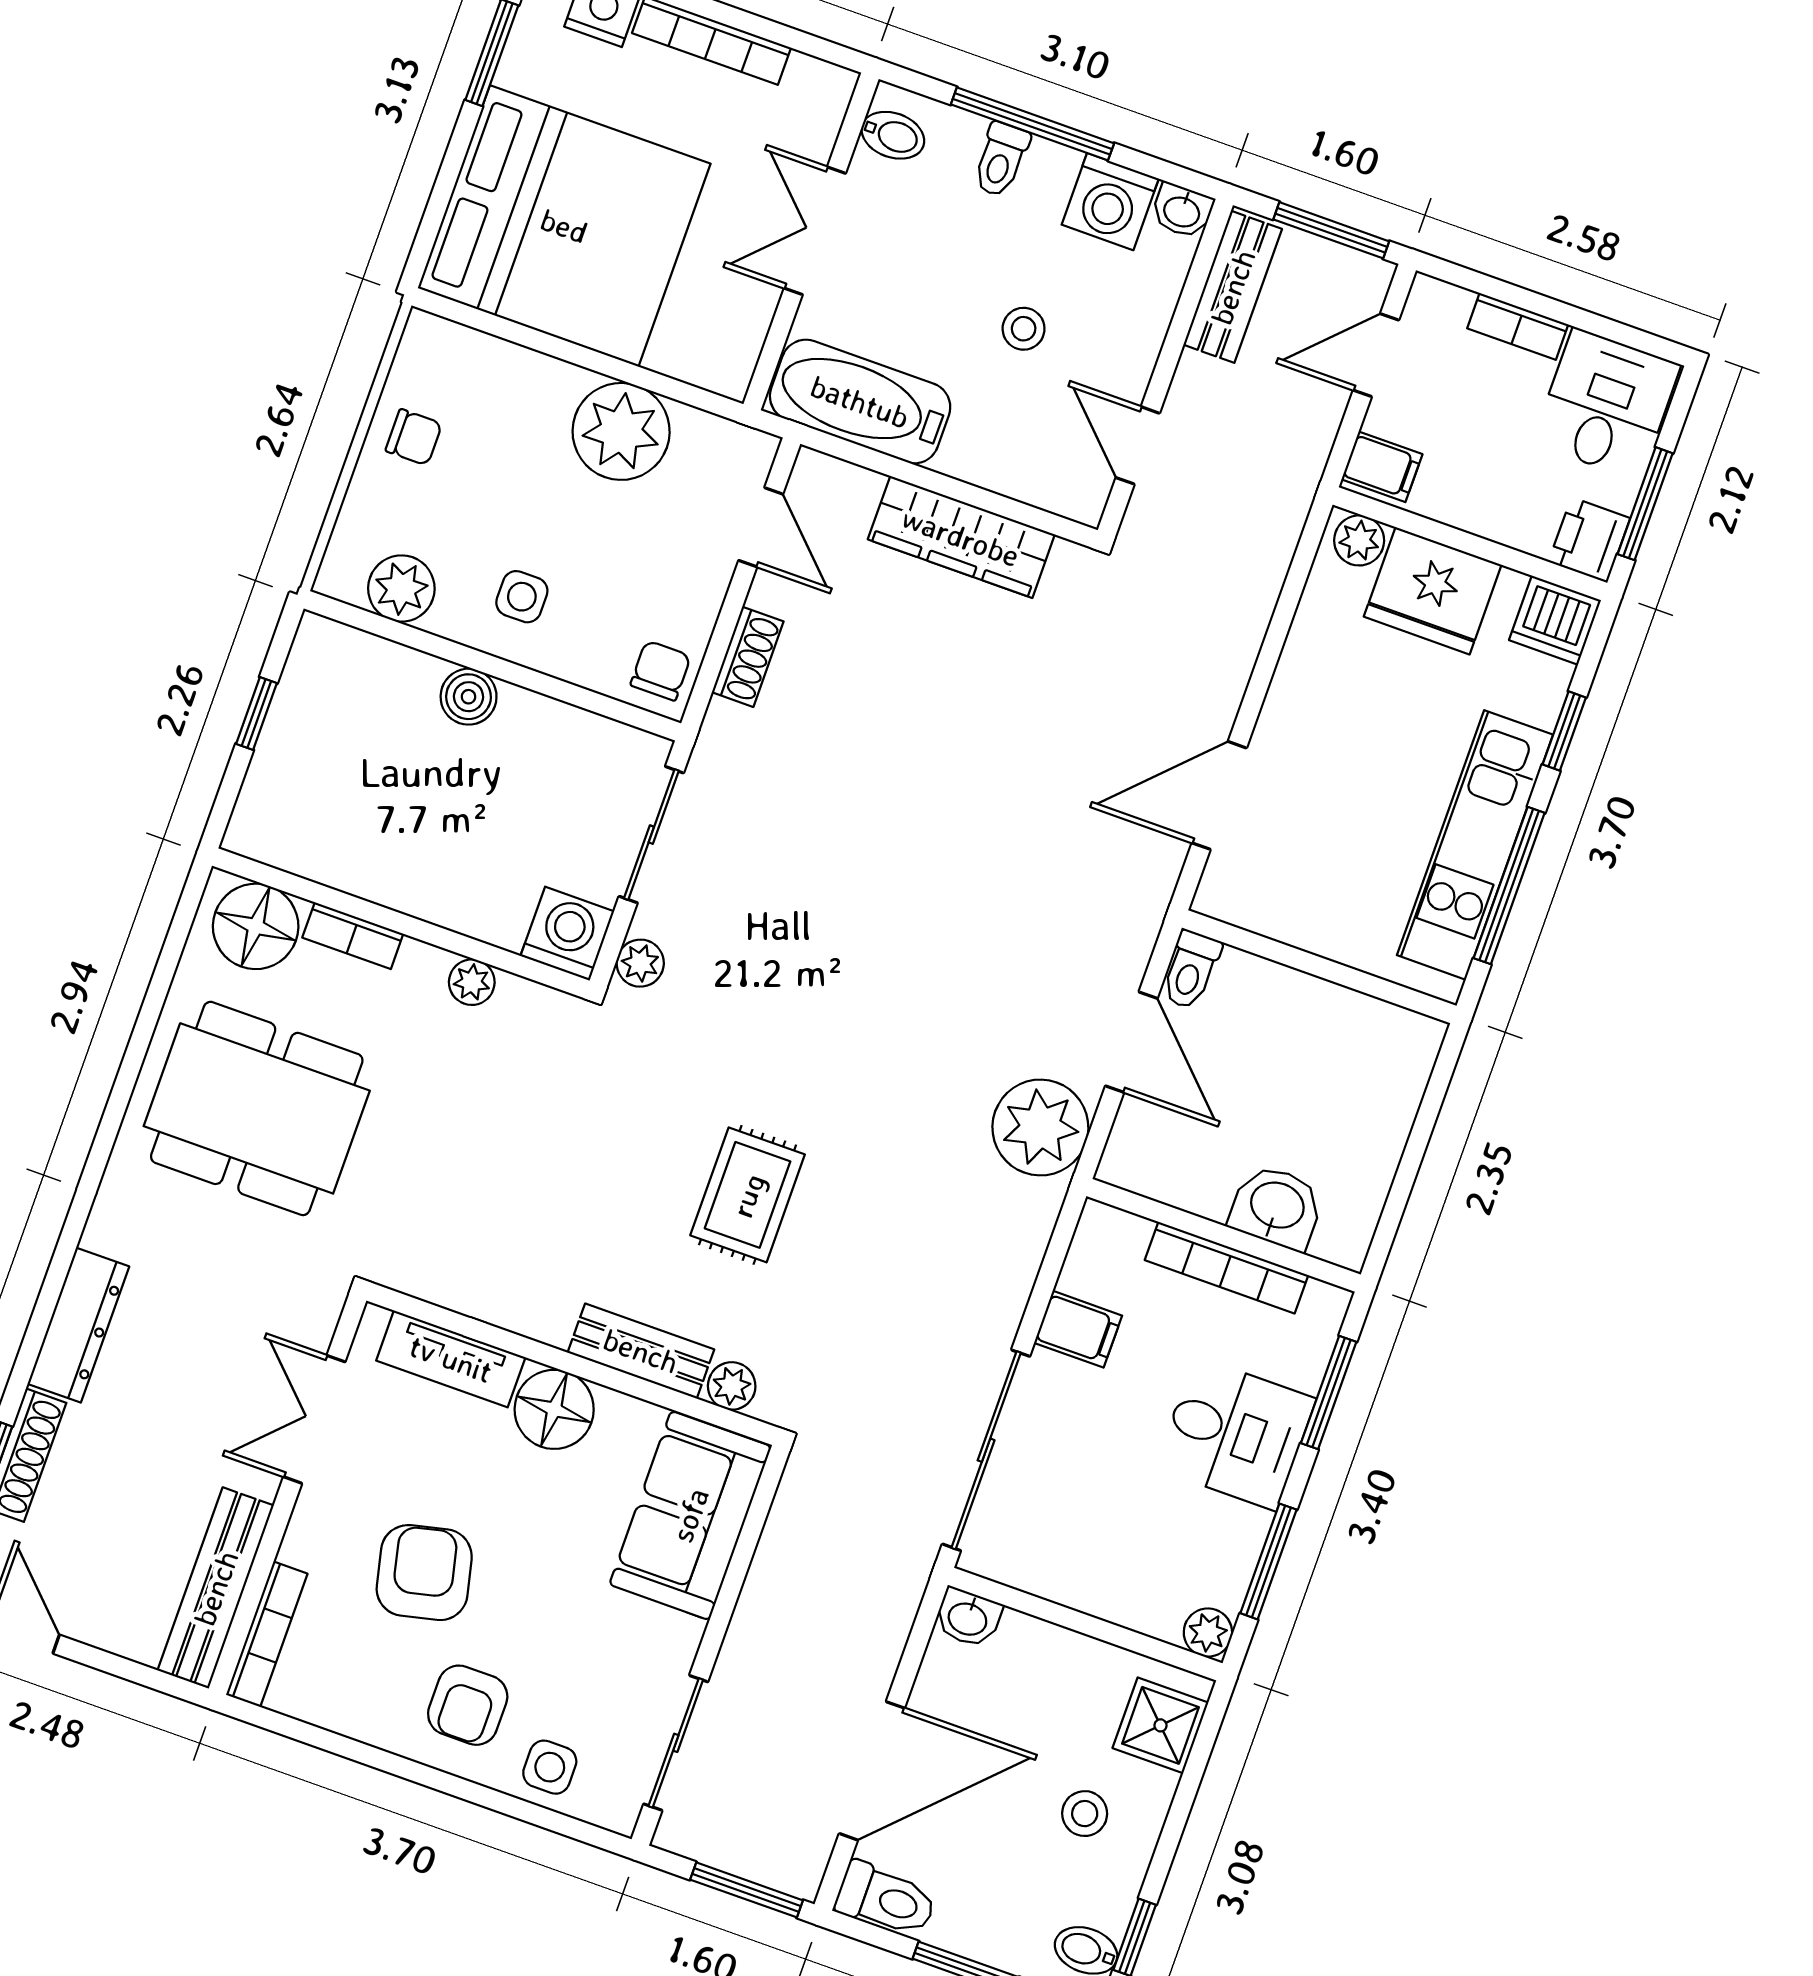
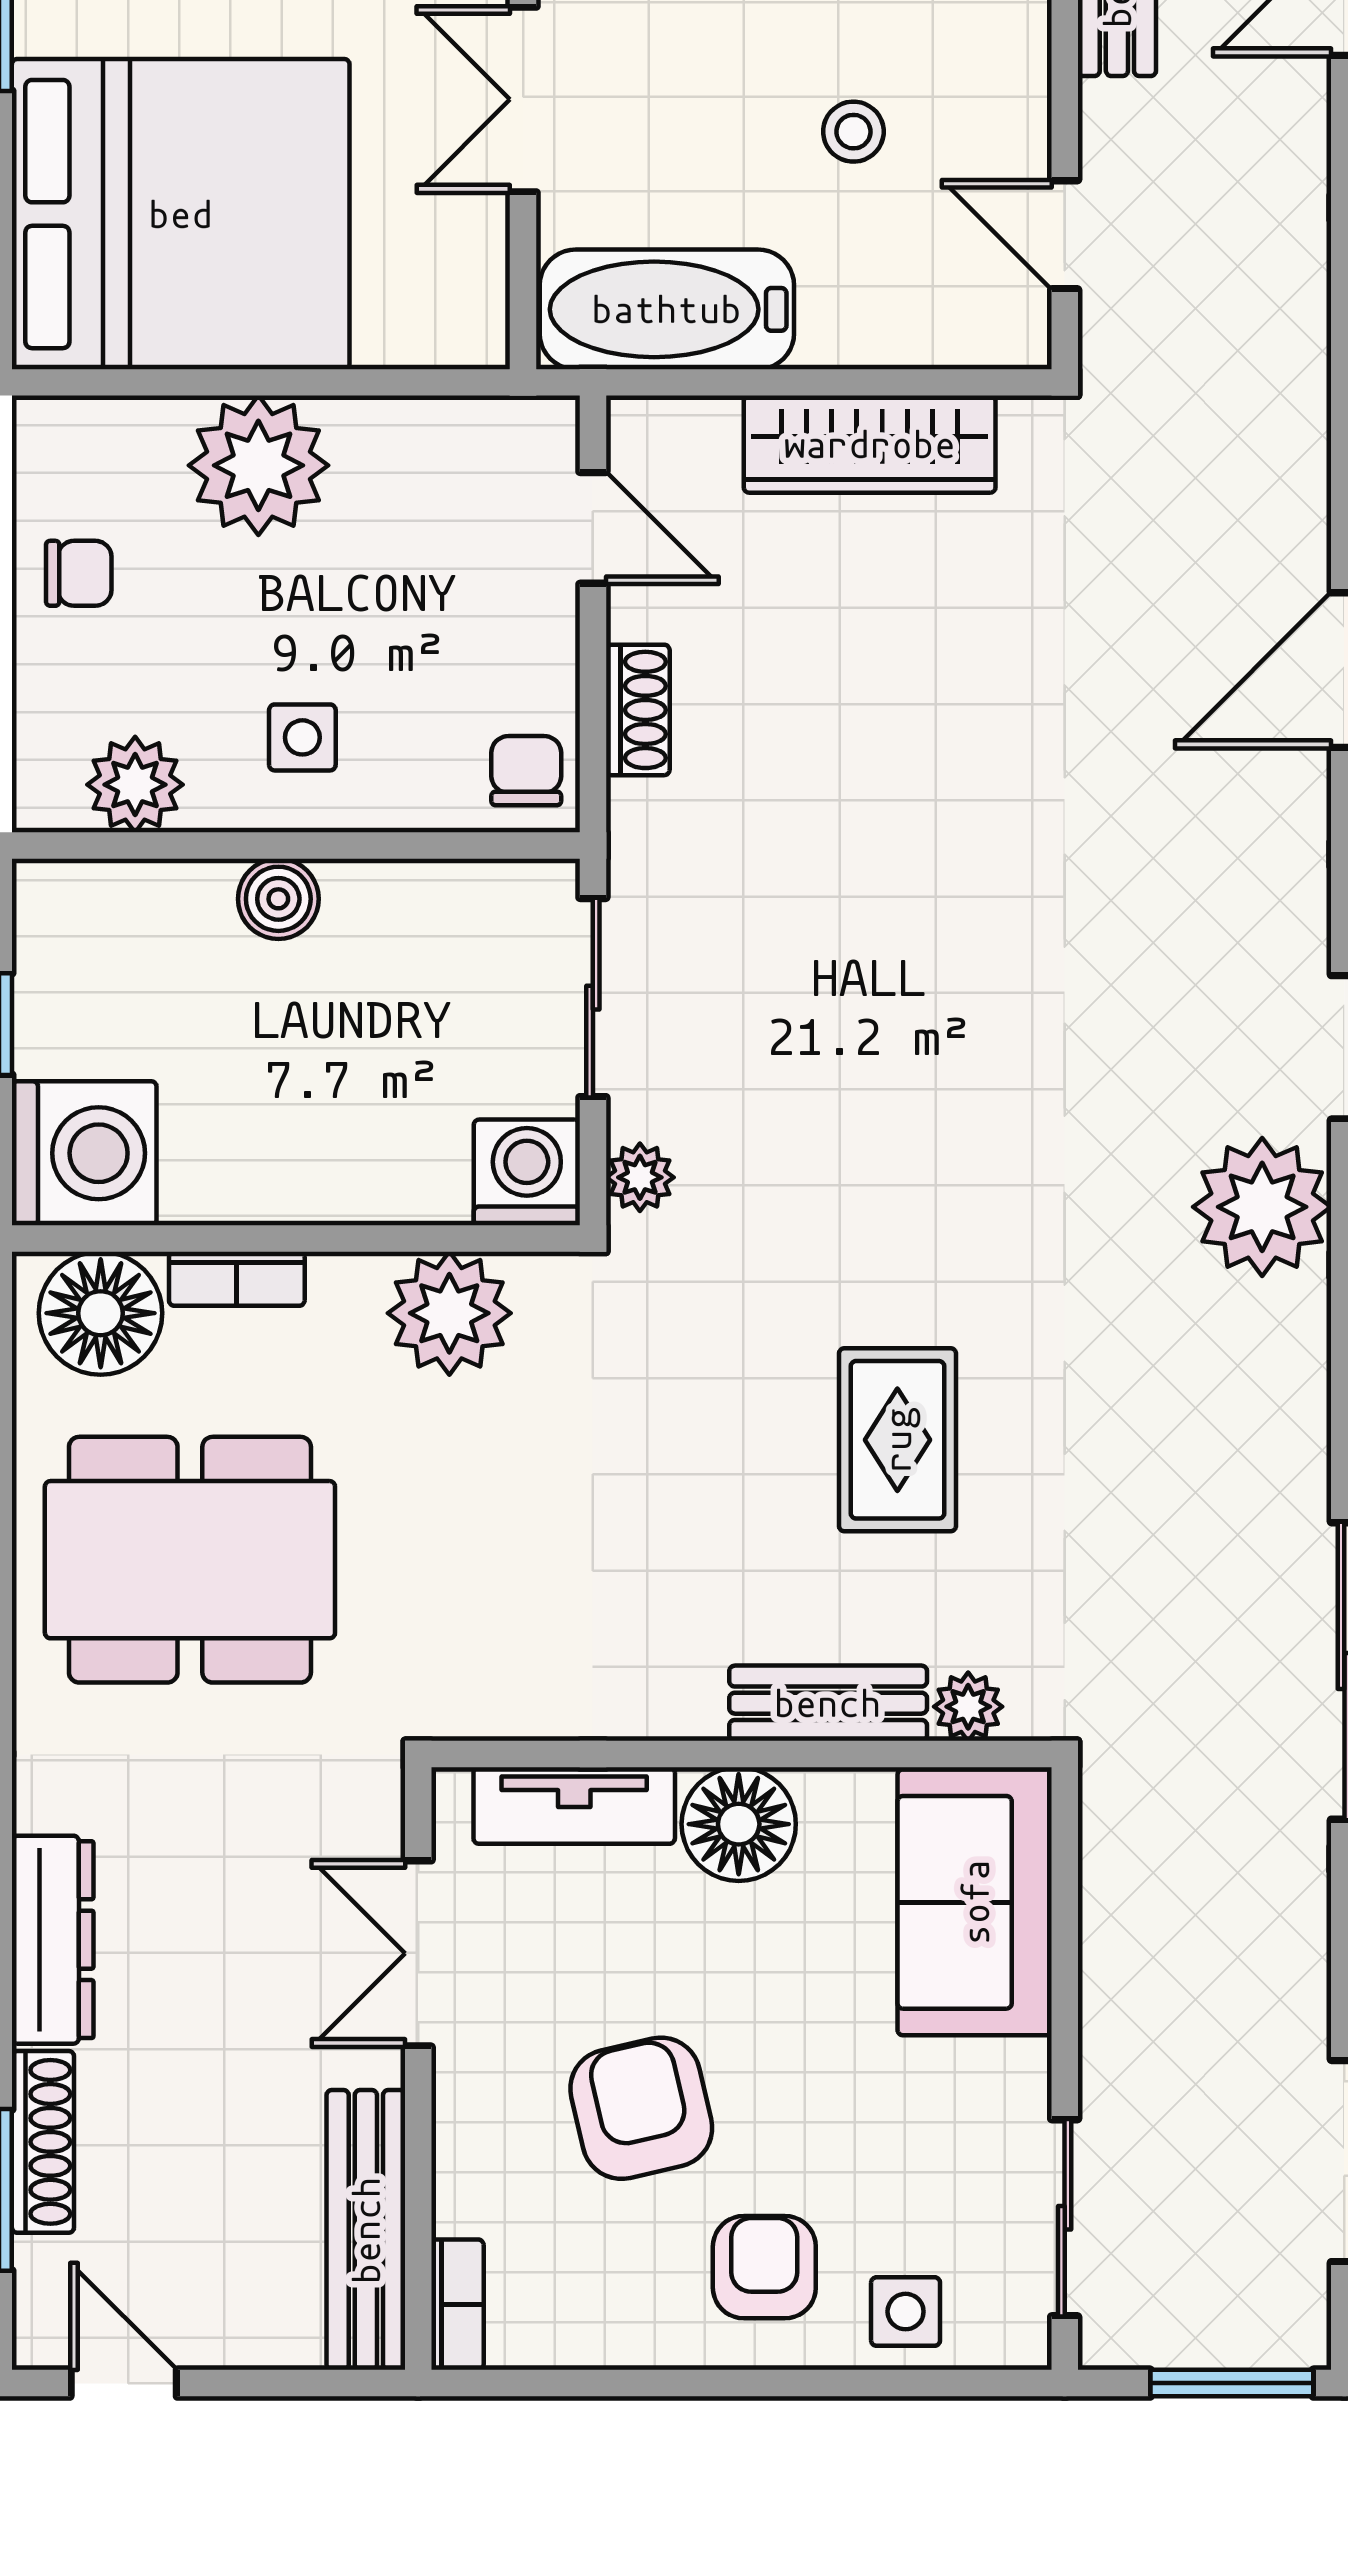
plant: (621, 431) -> (258, 465), moved
washing machine: (282, 818) -> (84, 1153), added
plant: (472, 982) -> (449, 1313), width x1.87, depth x1.87
bookcase: (267, 1634) -> (457, 2305), width x0.64
armchair: (468, 1705) -> (764, 2267), turned 180

